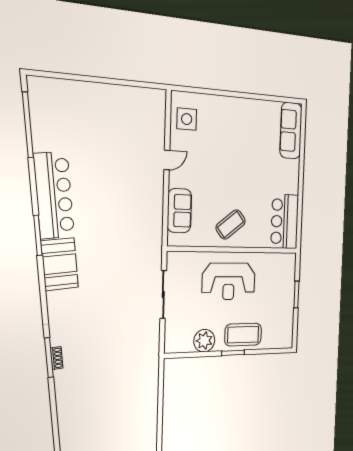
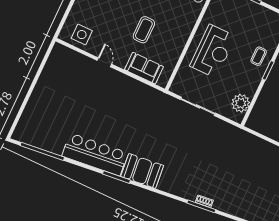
coffee table: (231, 224) -> (144, 30), moved, turned 38
coffee table: (243, 335) -> (259, 56), width x0.54, depth x0.58
plant: (204, 341) -> (241, 103), moved

